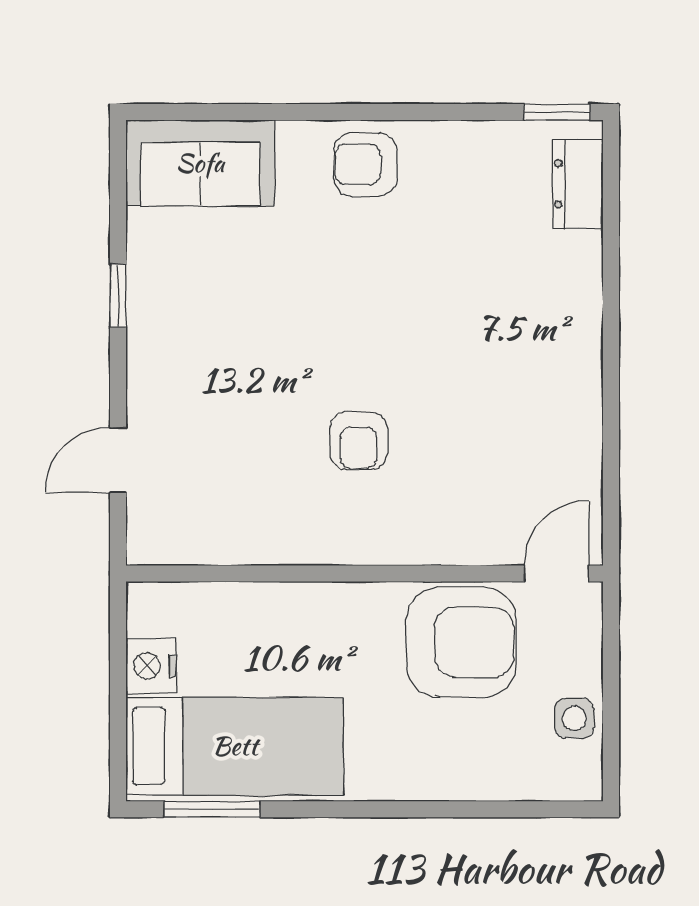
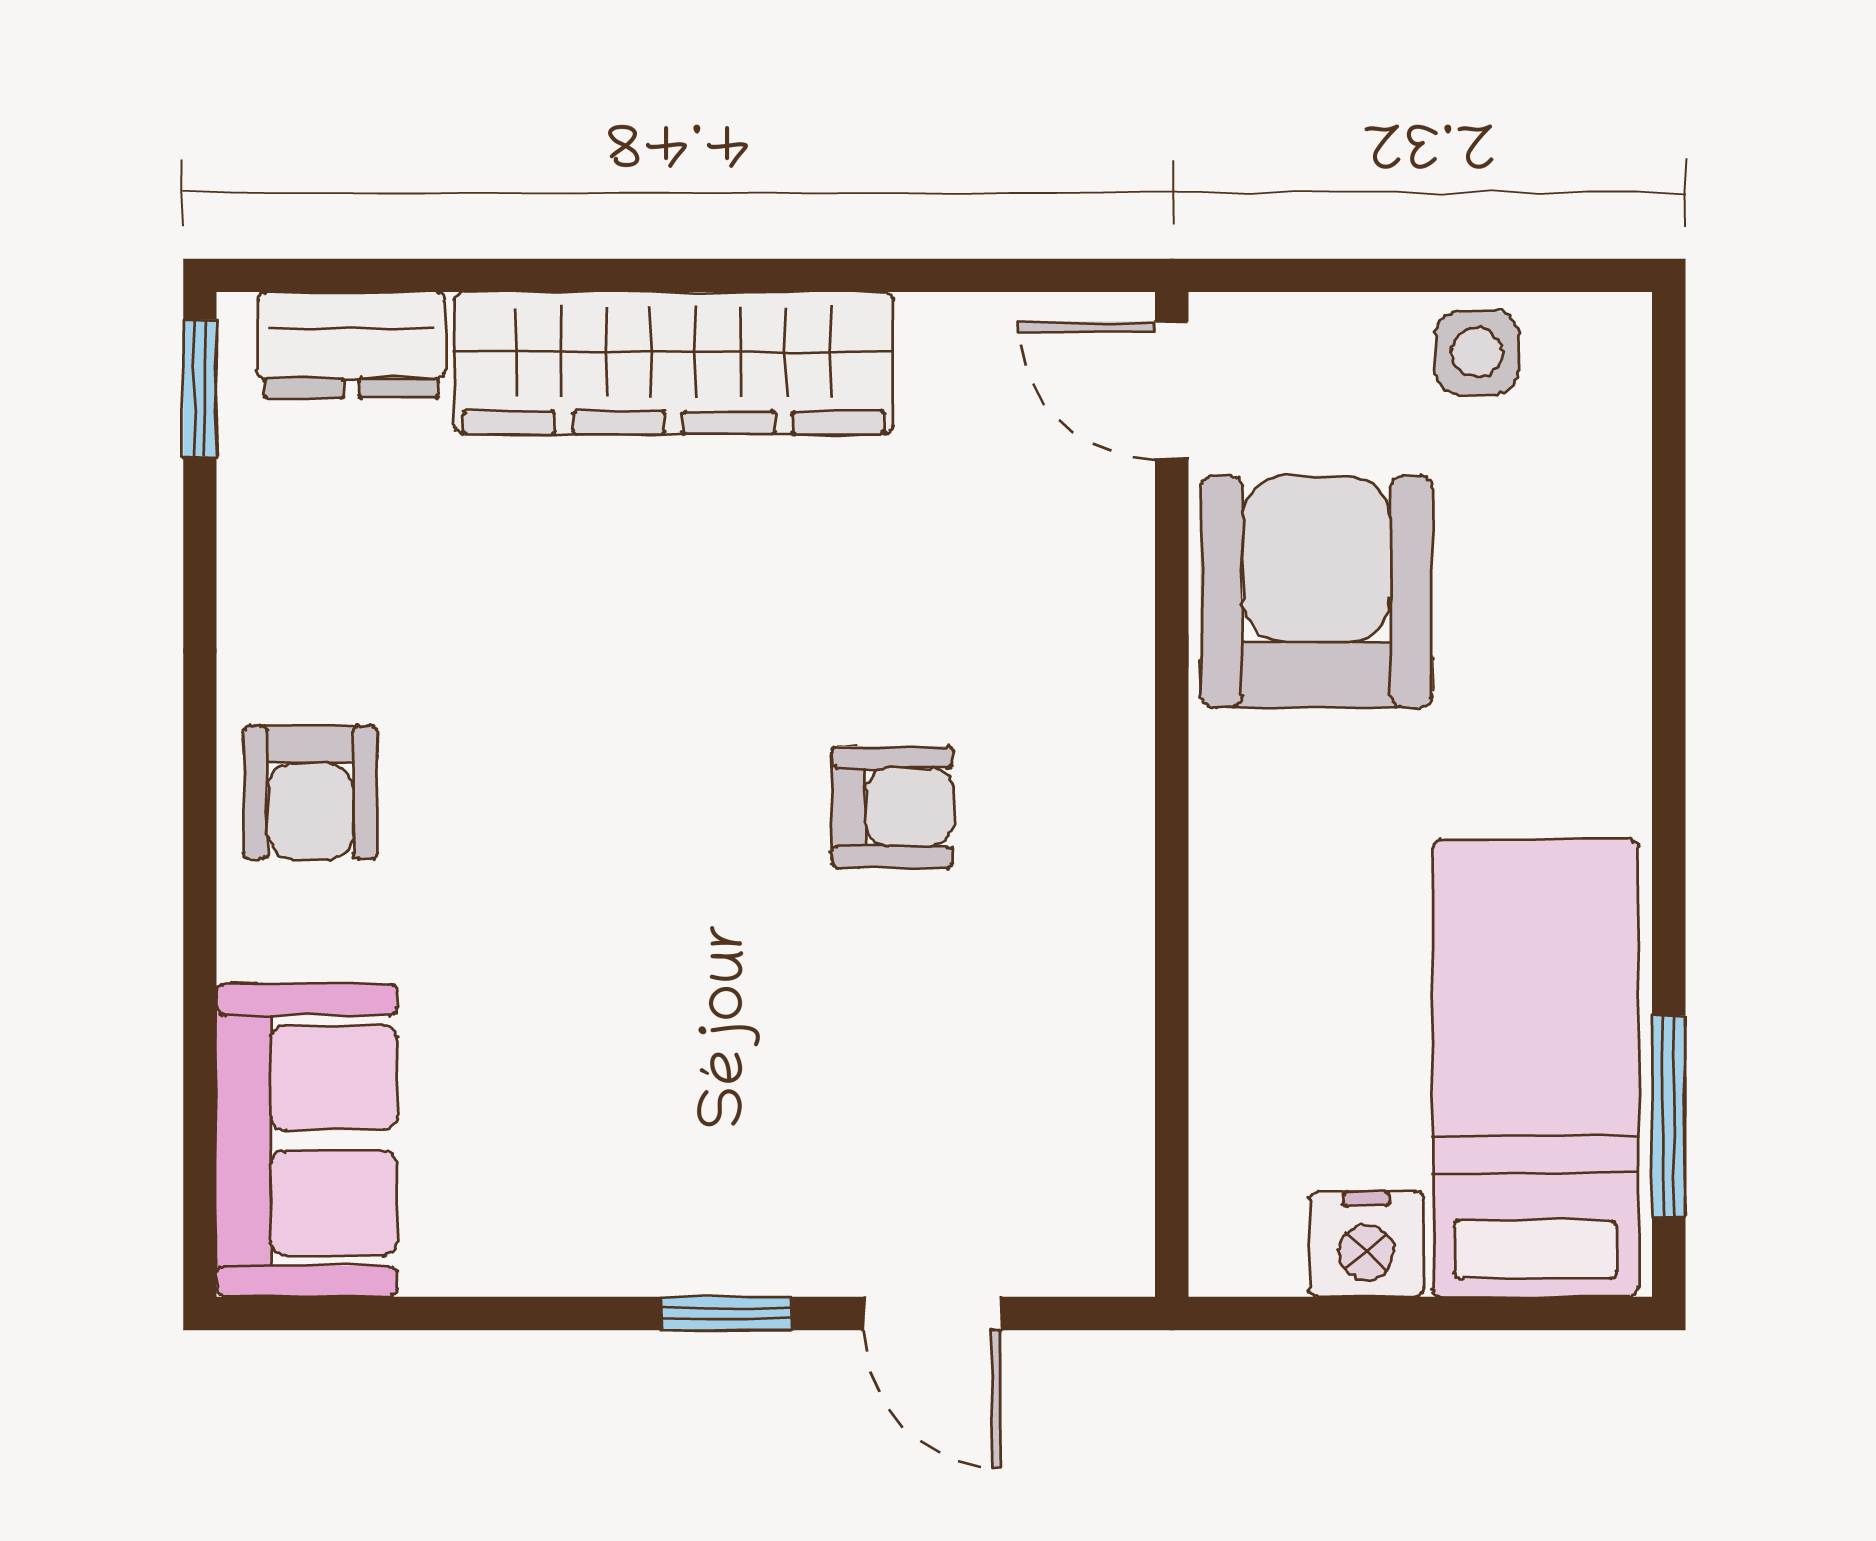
window: (118, 296) -> (726, 1314), moved
wardrobe: (569, 337) -> (674, 363), added

